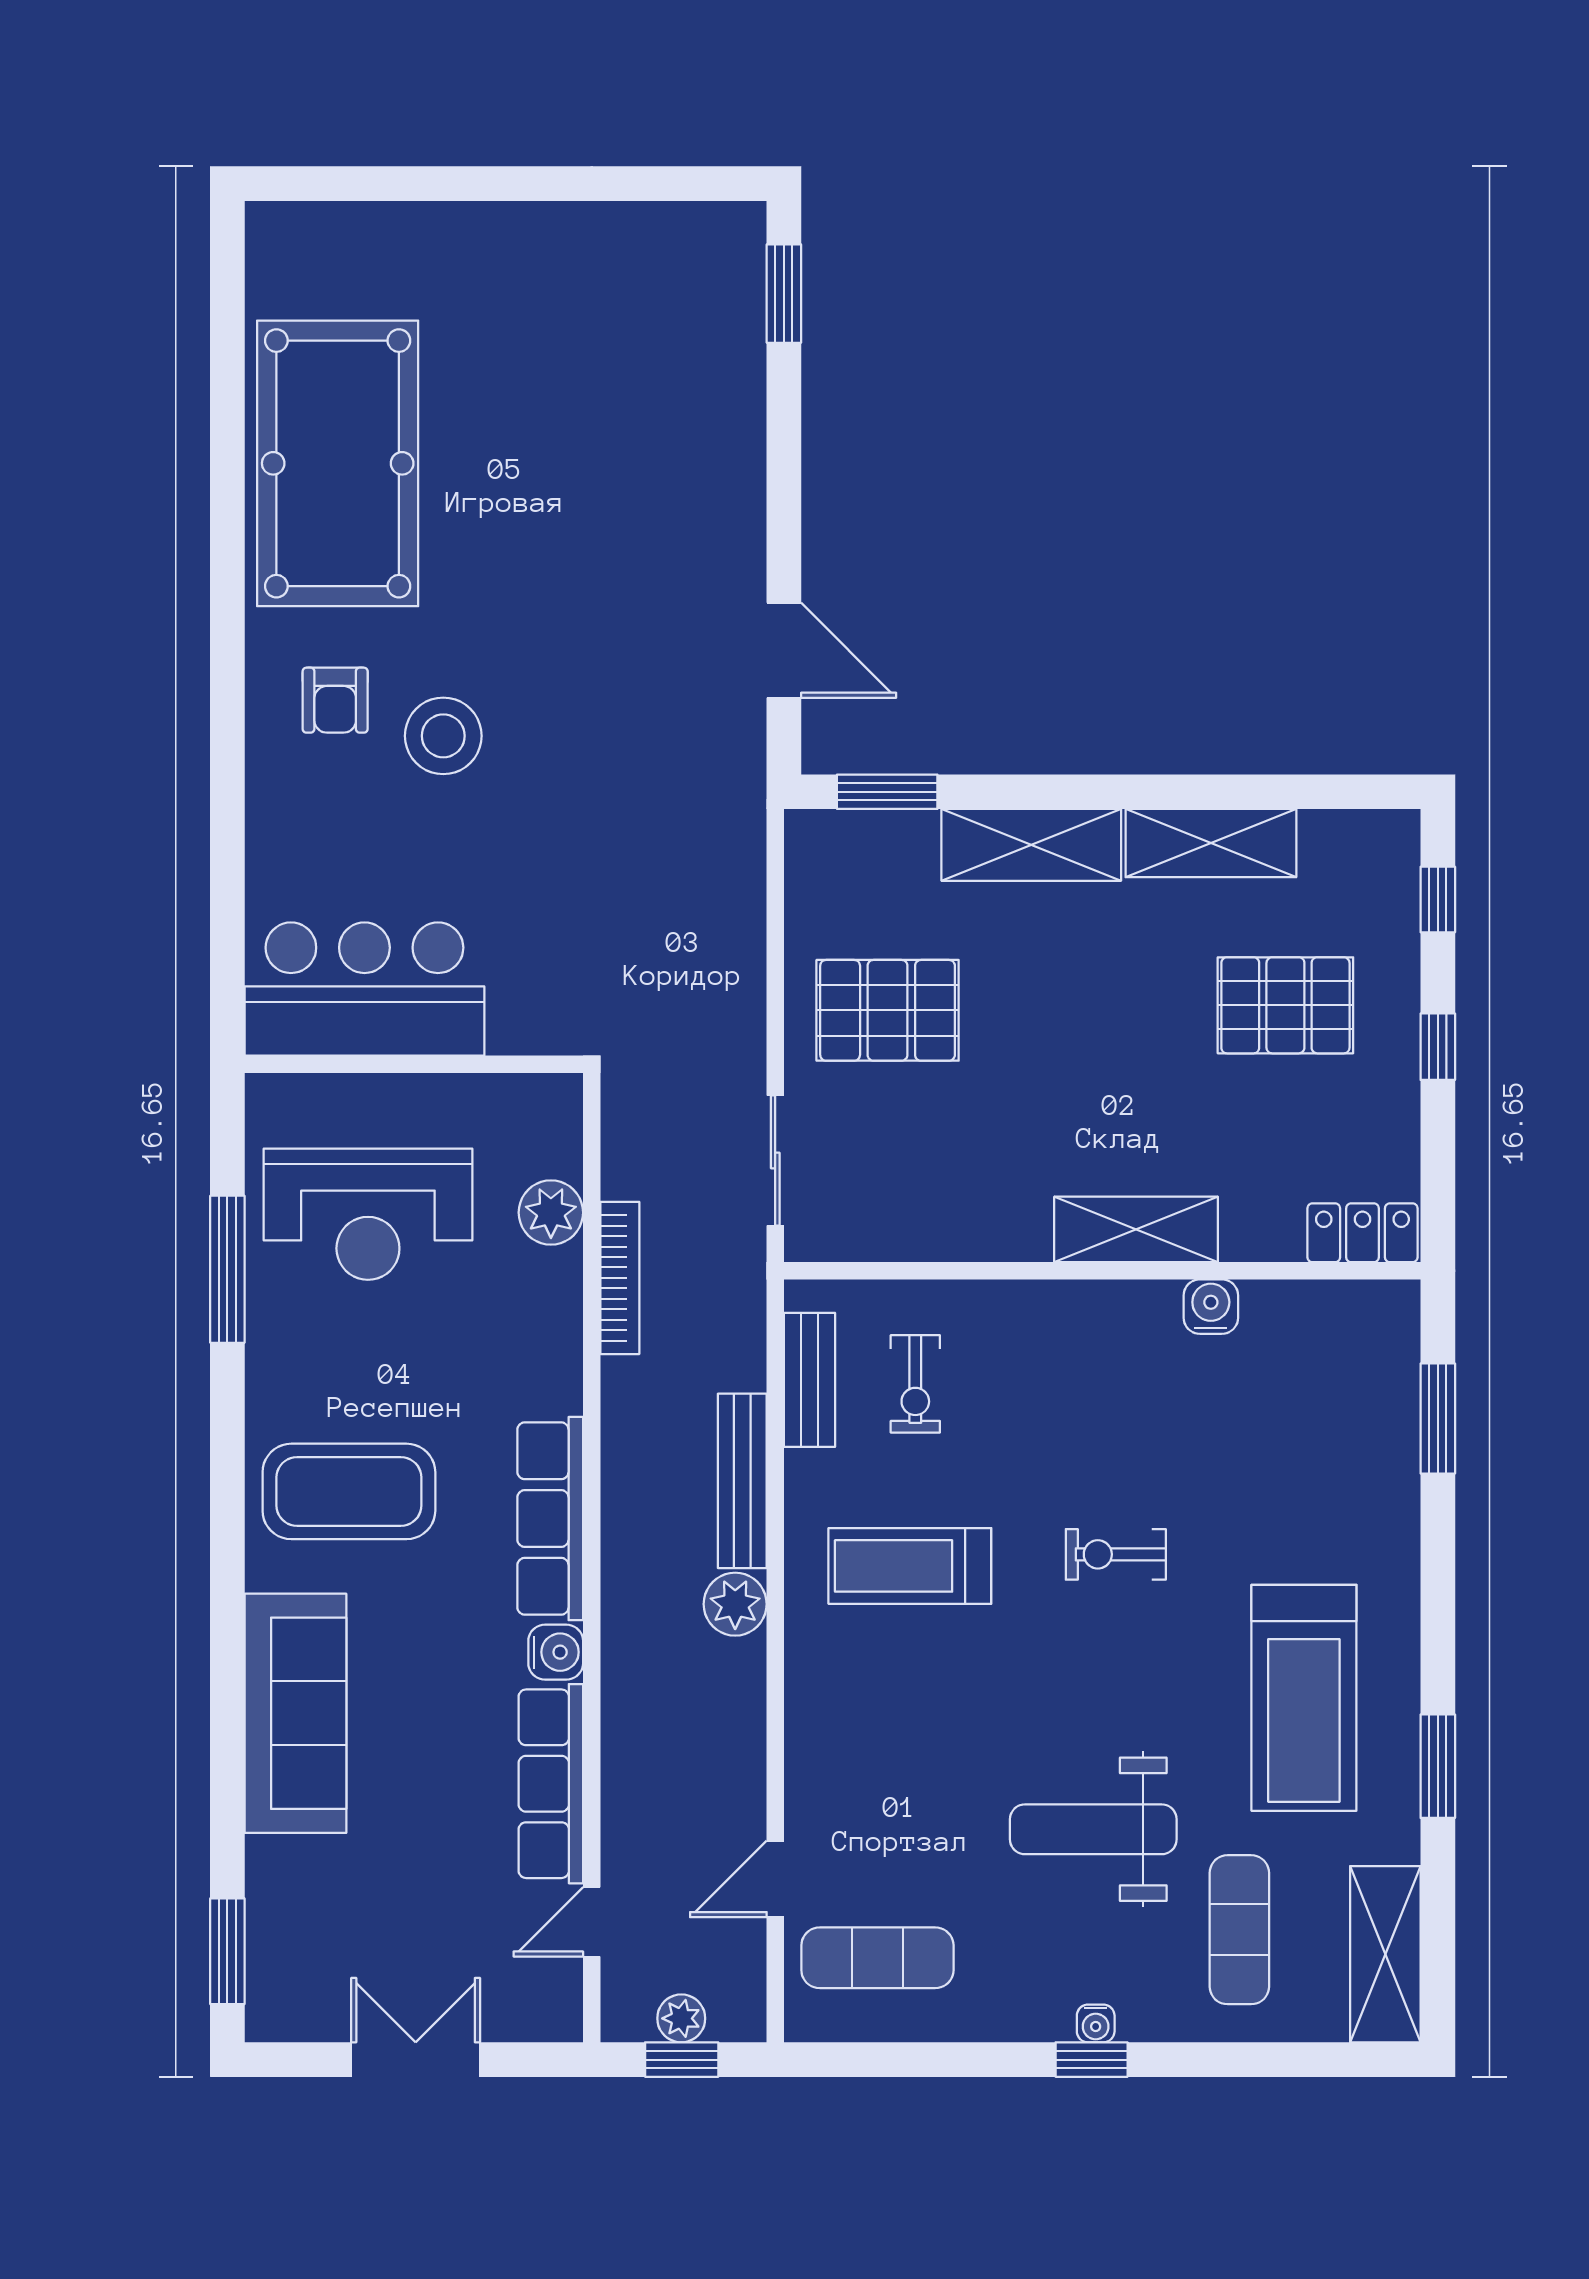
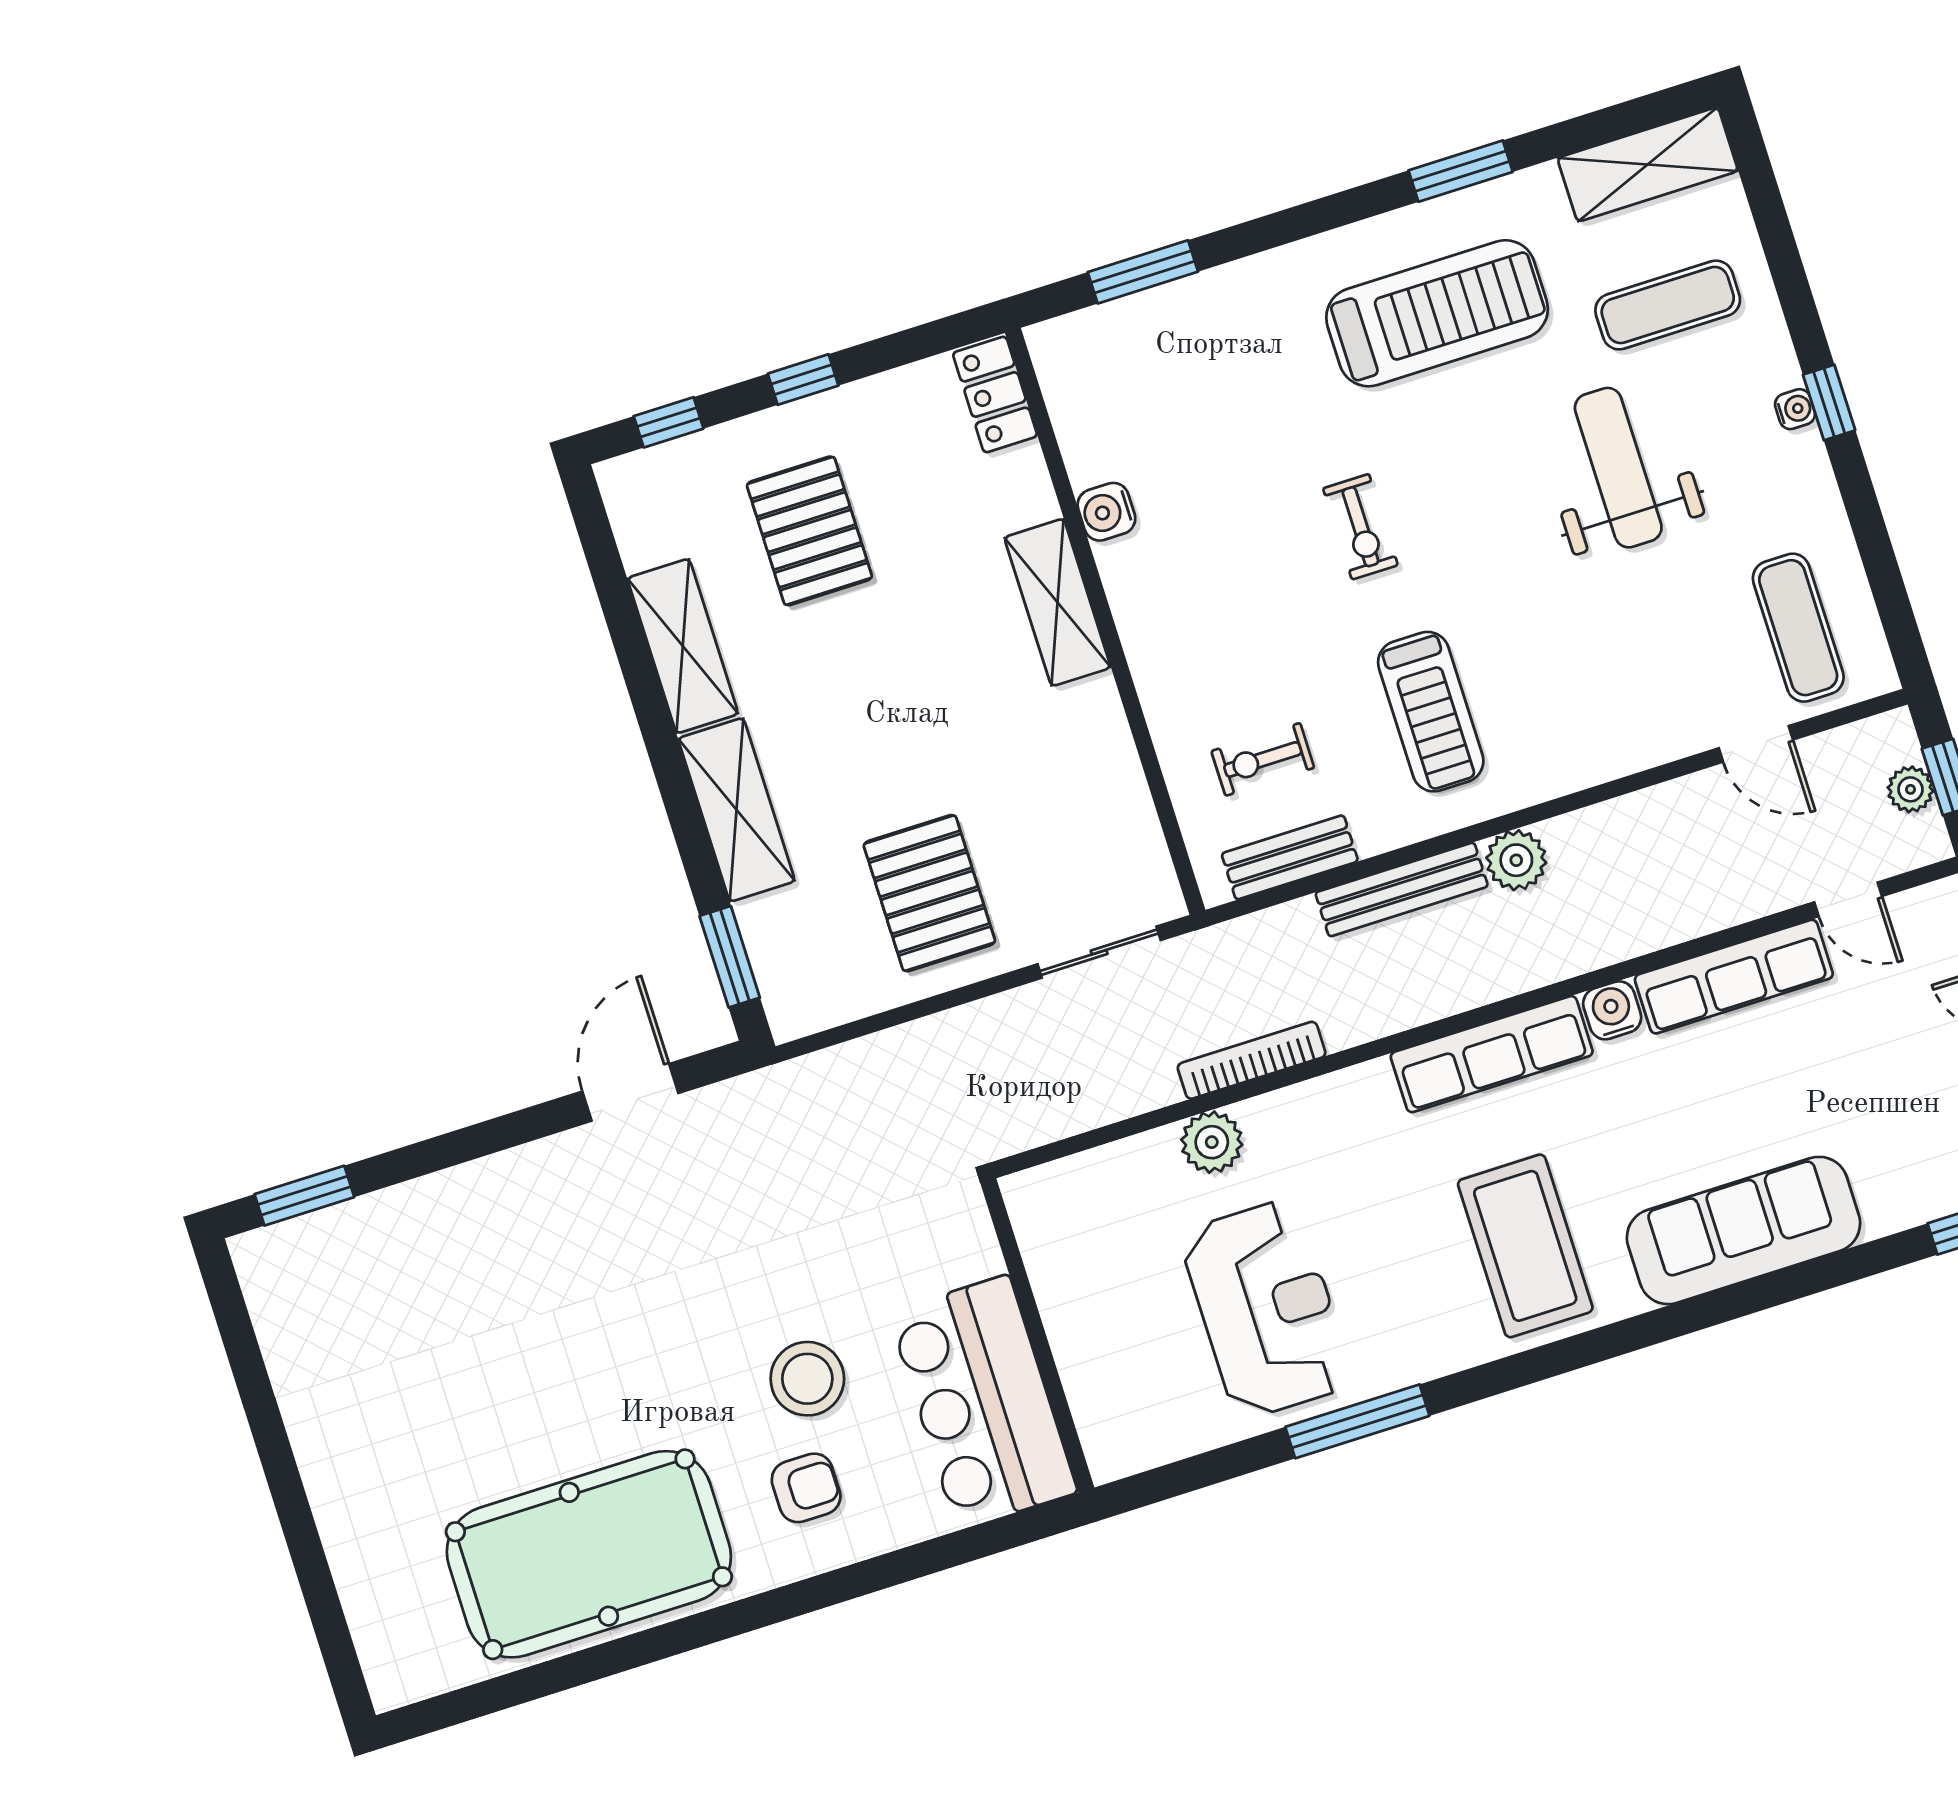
bar counter: (364, 989) -> (983, 1402), moved
wall: (414, 1064) -> (1037, 1335), moved
exercise bike: (915, 1384) -> (1263, 759), turned 180
weight bench: (1093, 1829) -> (1618, 468), turned 180

